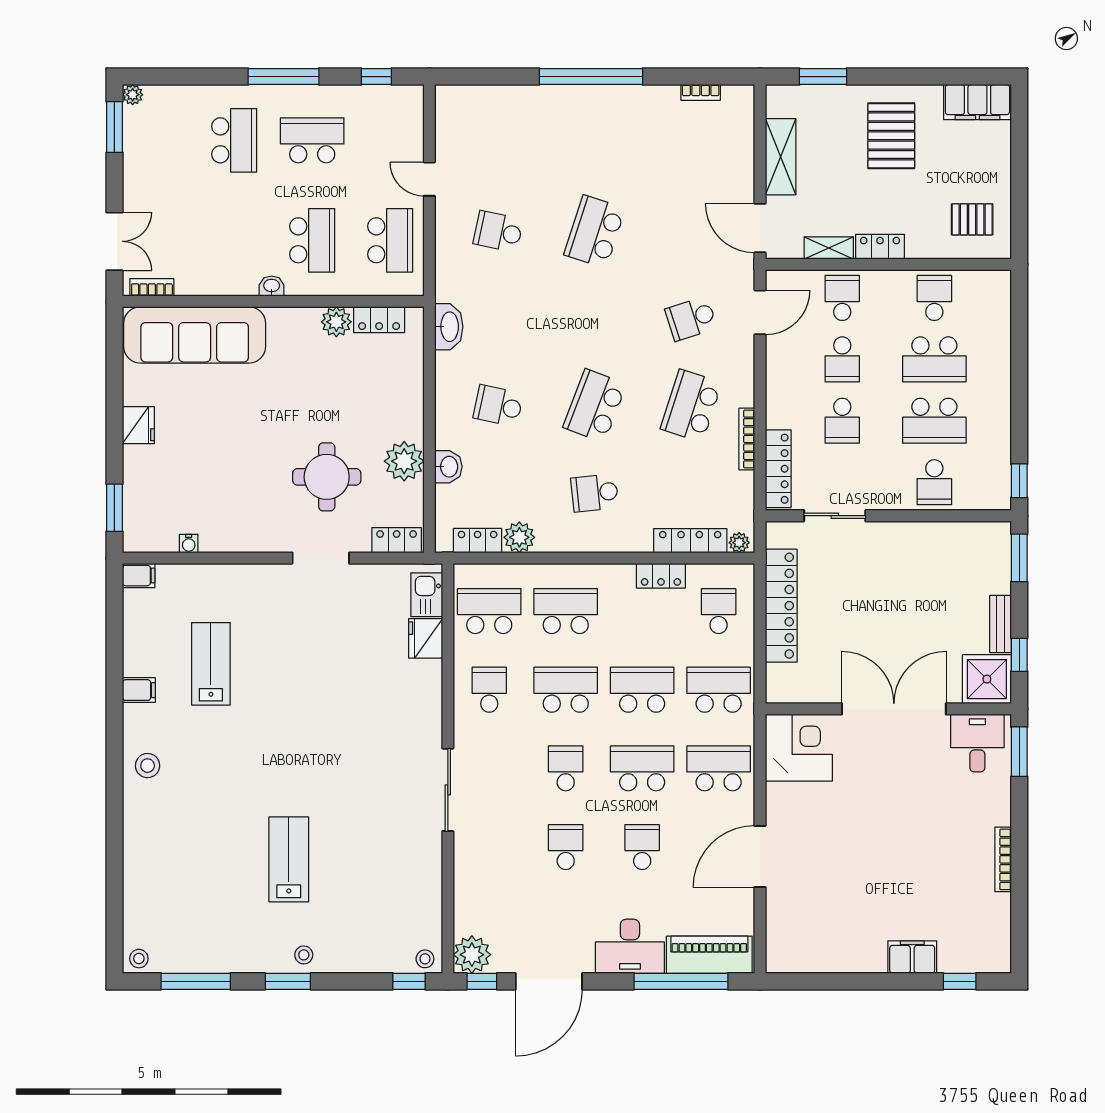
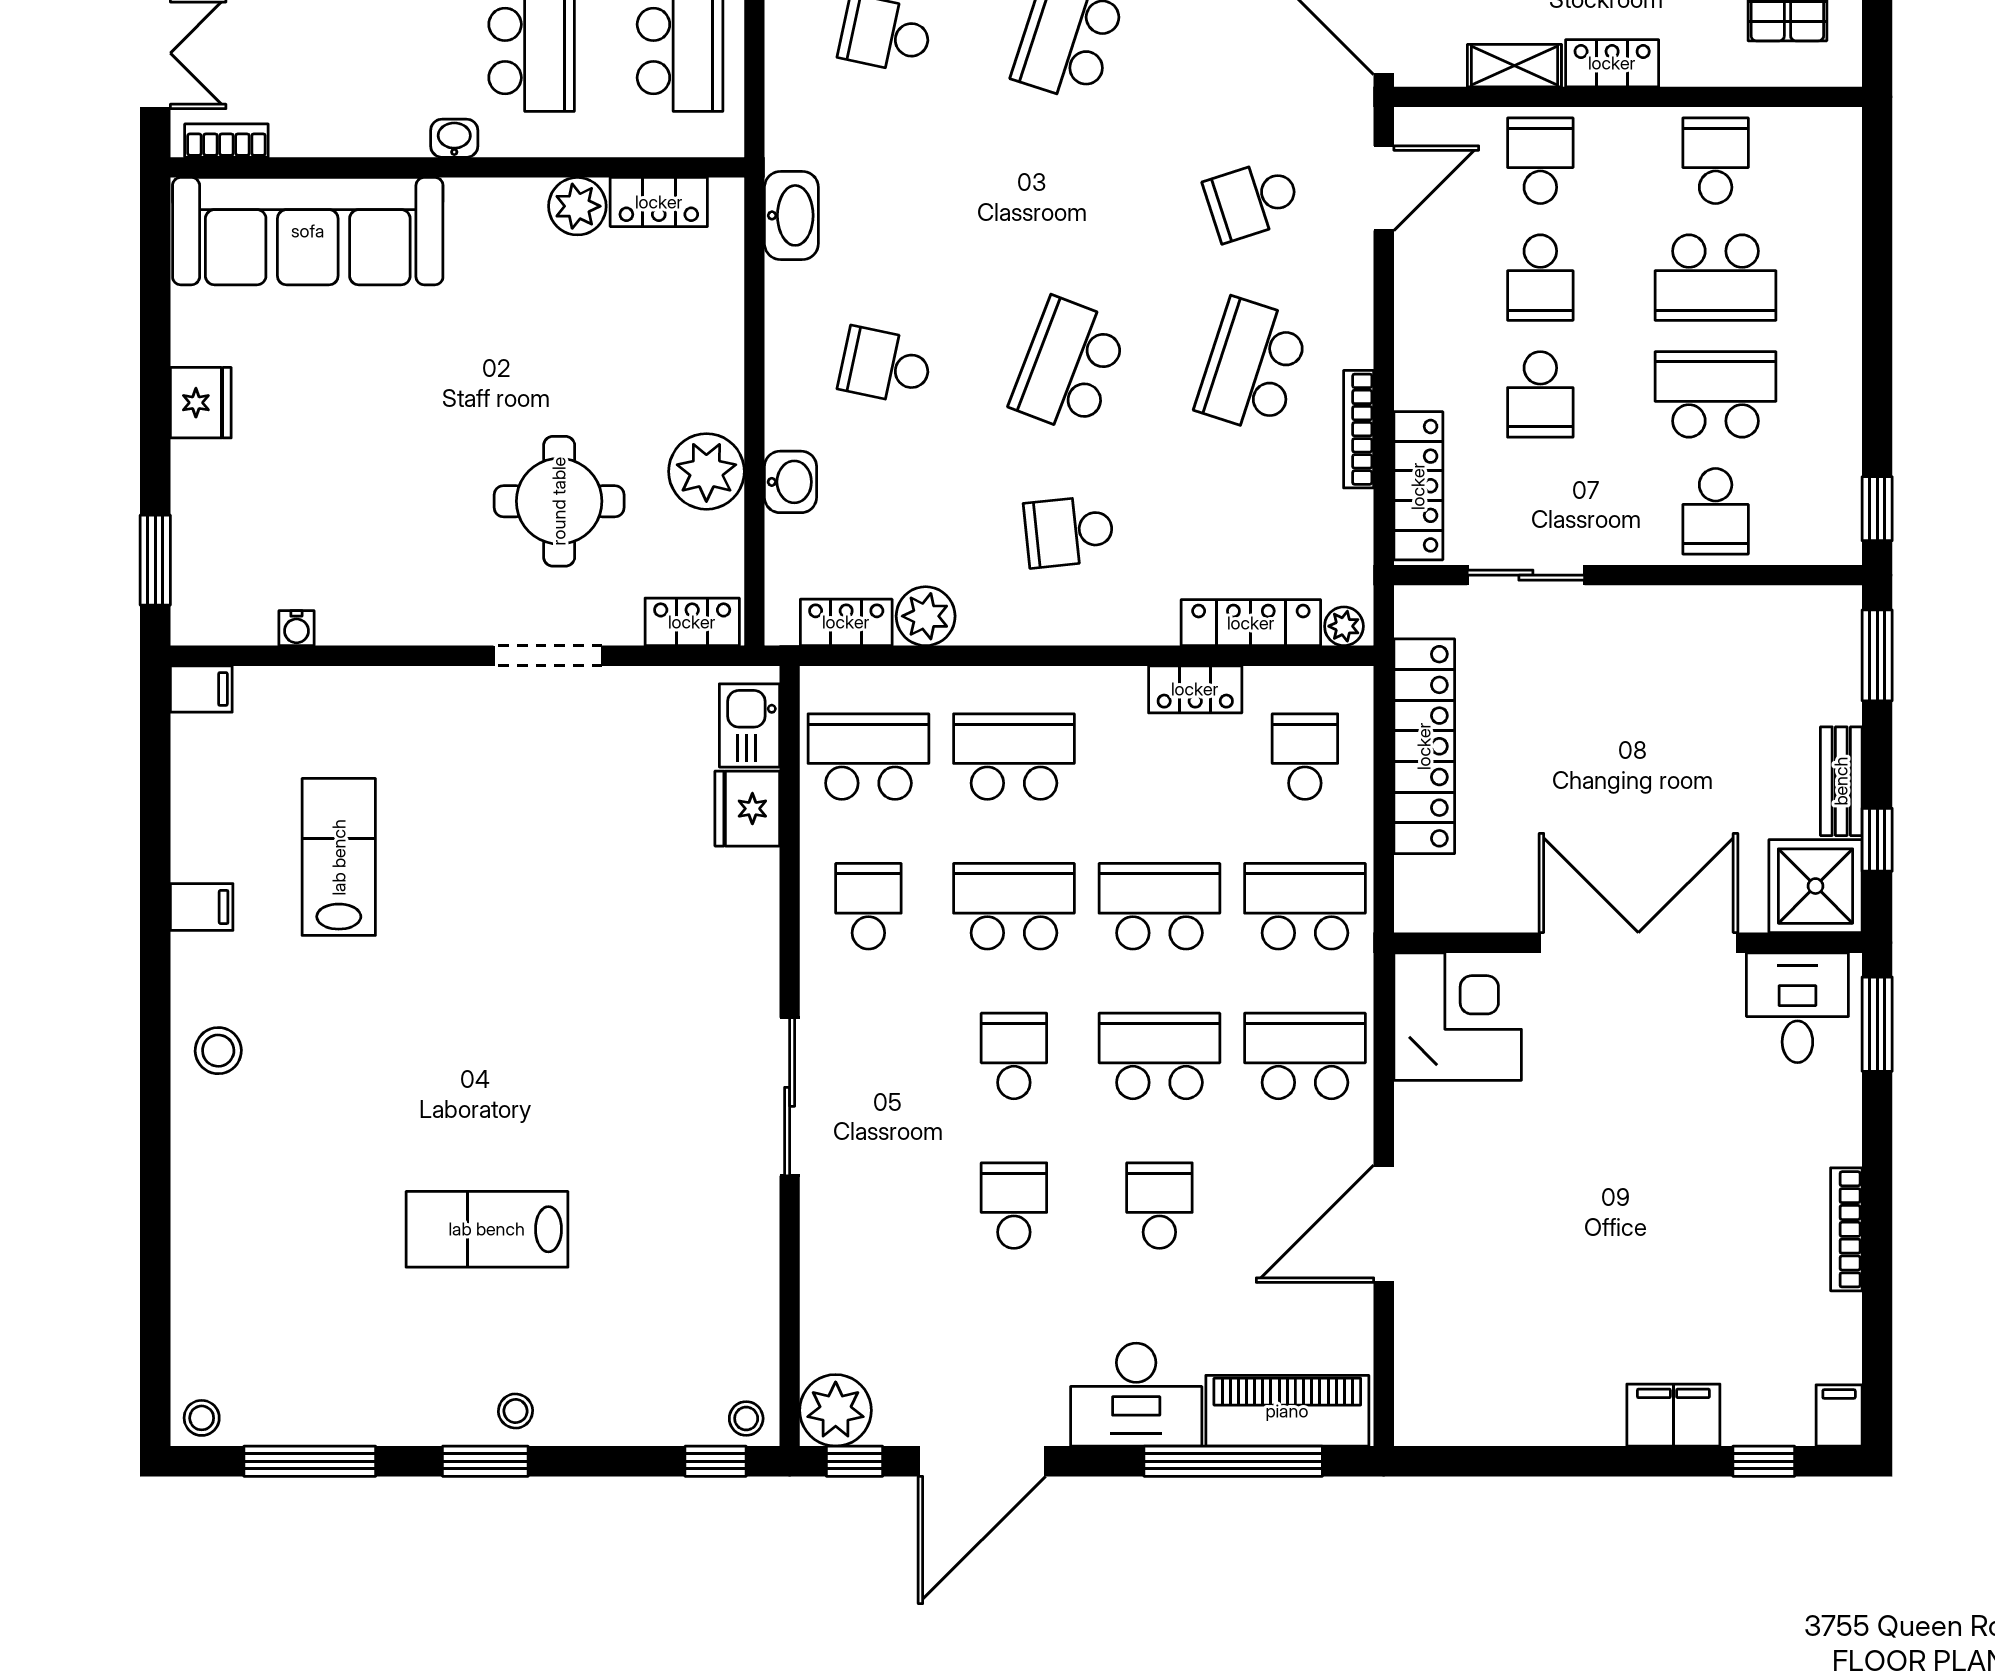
school desk: (934, 421) -> (1716, 394), turned 180
lab bench: (289, 859) -> (487, 1229), turned -90
filing cabinet: (999, 957) -> (1839, 1415), added

